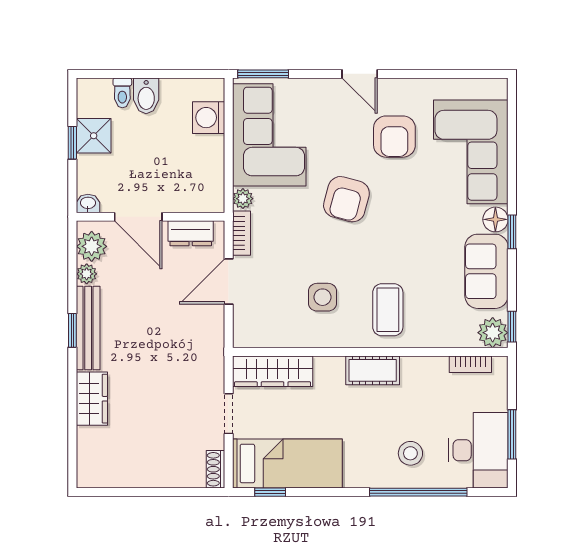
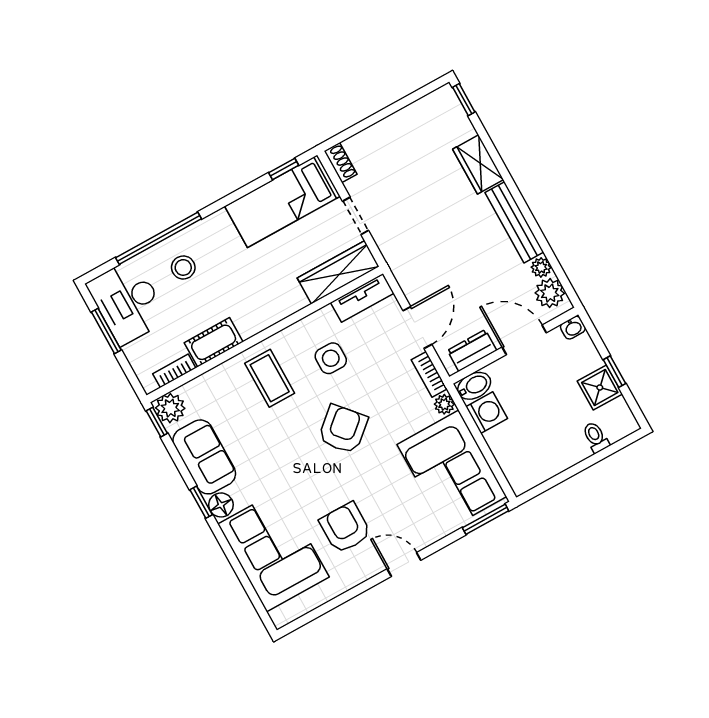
bidet: (146, 96) -> (474, 386), moved, turned 90
washing machine: (209, 118) -> (487, 413), moved
armchair: (346, 199) -> (343, 429), moved, turned 34
window: (72, 330) -> (464, 100), moved
tv unit: (264, 336) -> (362, 298), added
cot: (373, 370) -> (214, 342), moved

